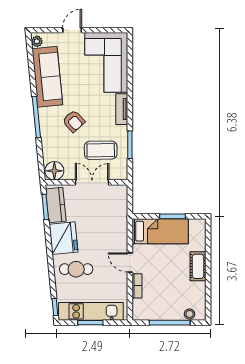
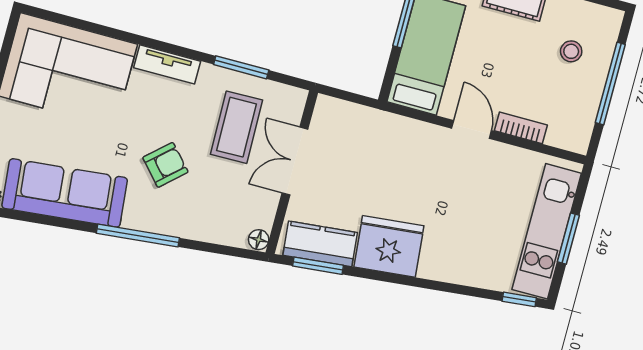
floor lamp: (54, 171) -> (259, 240), width x0.53, depth x0.53
door: (130, 262) -> (472, 129), swing flipped
cafe table: (76, 269) -> (456, 238), removed
stool: (190, 314) -> (571, 51), moved

